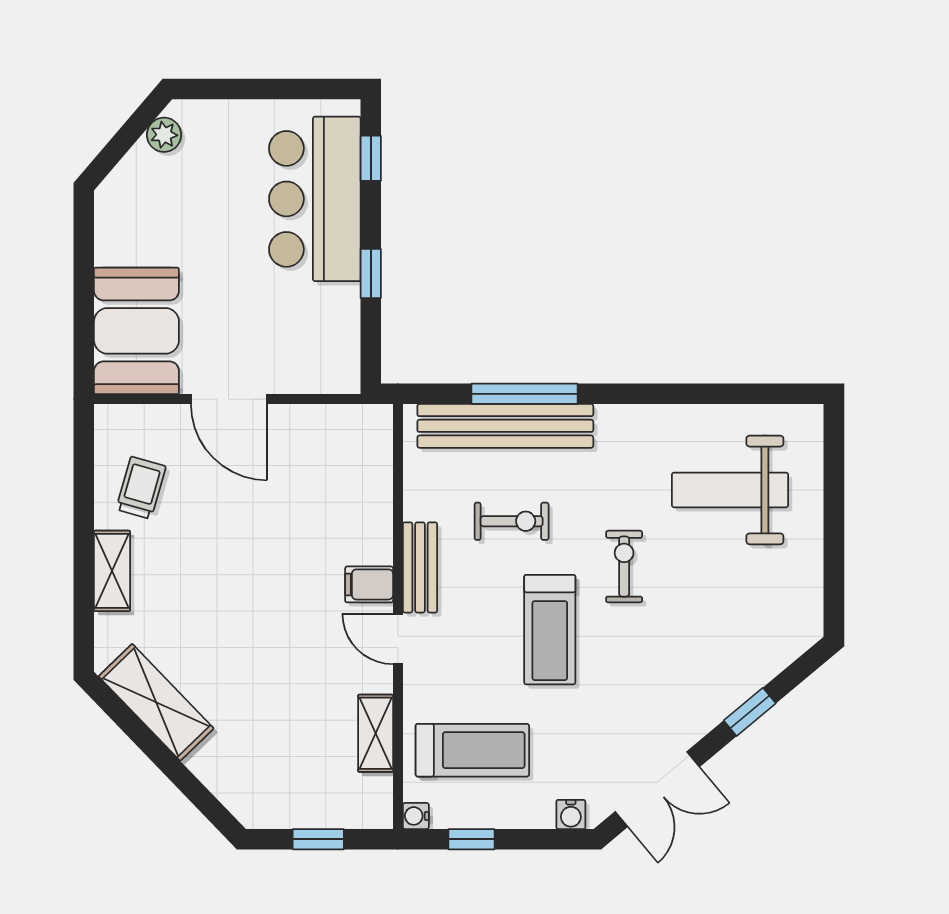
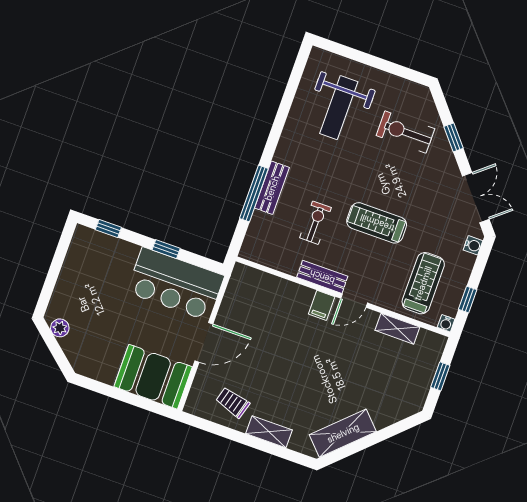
bar counter: (315, 199) -> (175, 284), moved
bench: (505, 426) -> (272, 188), width x0.54, depth x0.82
exercise bike: (624, 567) -> (405, 132), moved, width x1.38, depth x1.39
treadmill: (550, 630) -> (377, 223), turned 180

